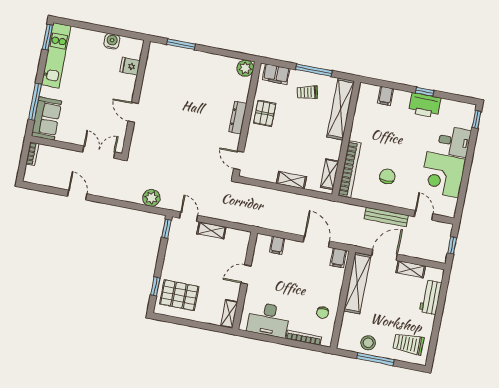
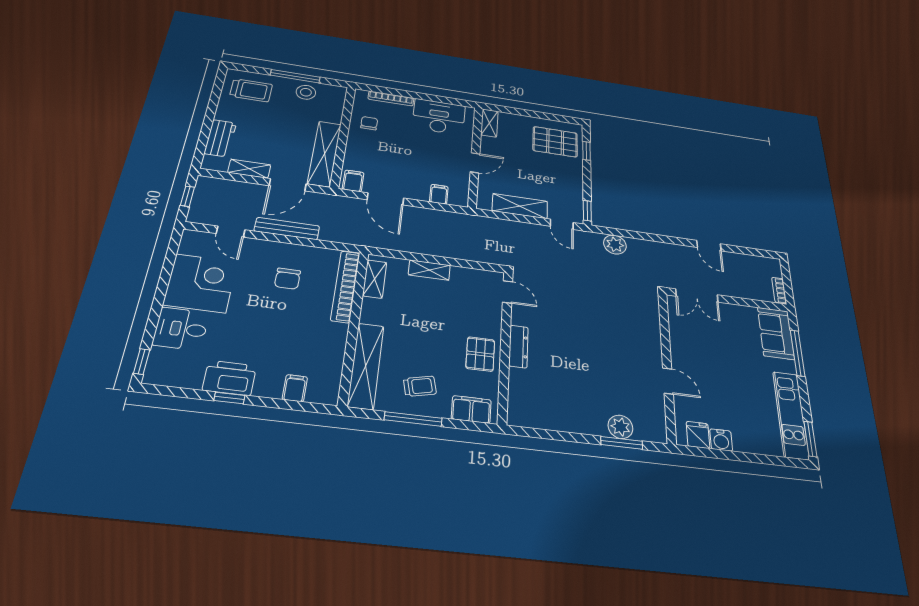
fridge: (130, 66) -> (698, 435), moved, turned -90
plant: (245, 68) -> (620, 427), moved
door: (133, 112) -> (668, 381), moved
shelving: (211, 230) -> (520, 206), width x1.50, depth x1.33

